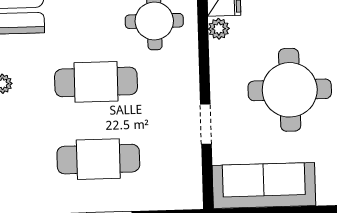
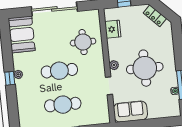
plant: (219, 29) -> (114, 65), moved
sofa: (264, 185) -> (130, 112), width x0.73

